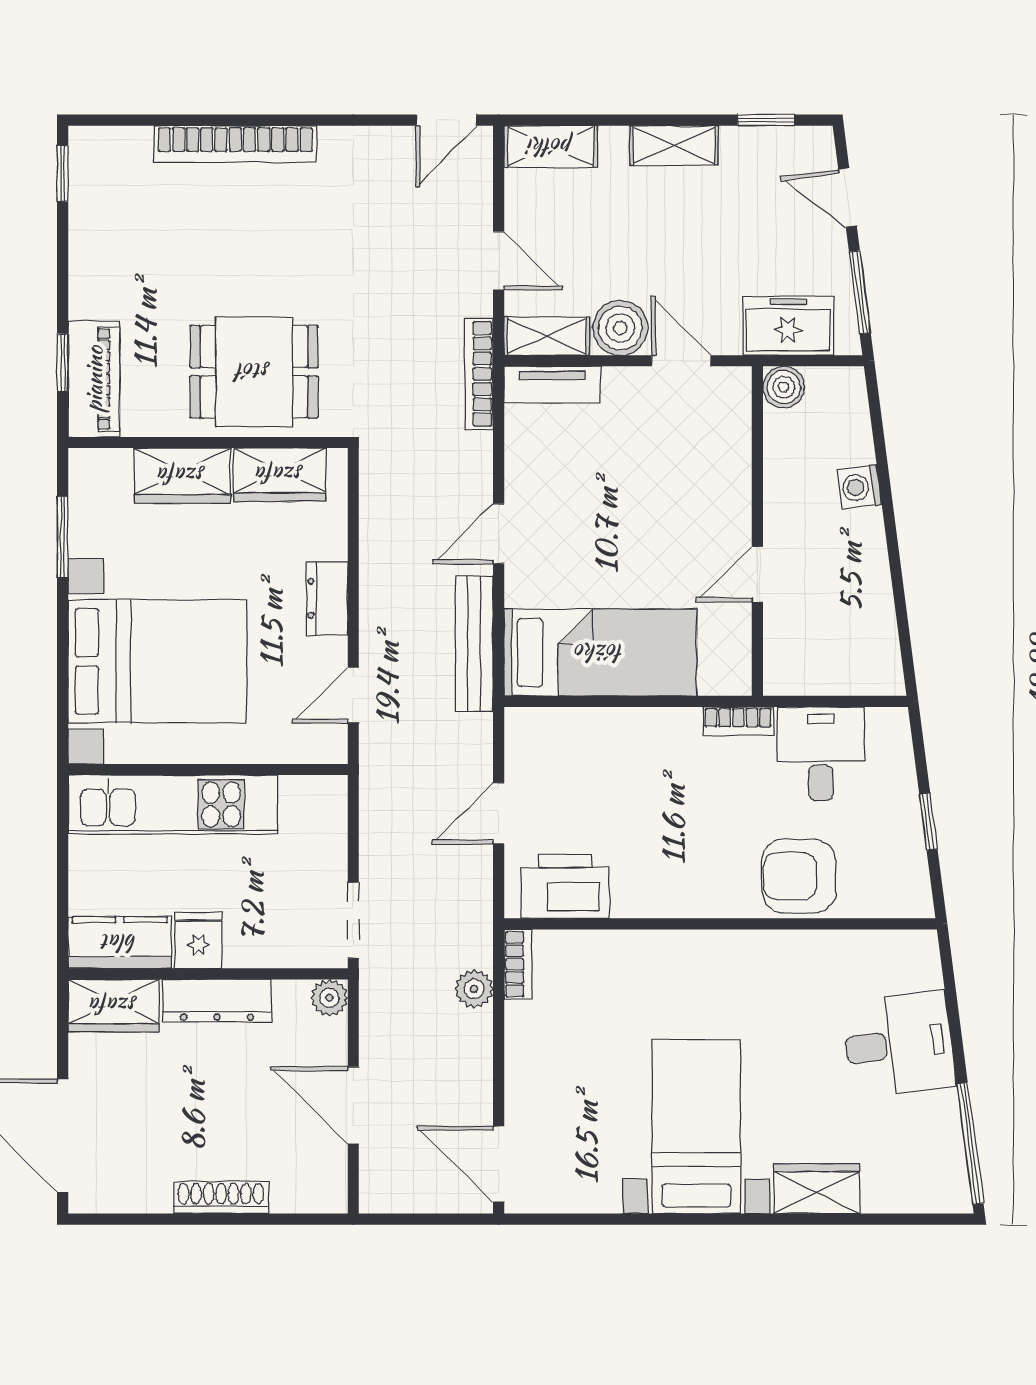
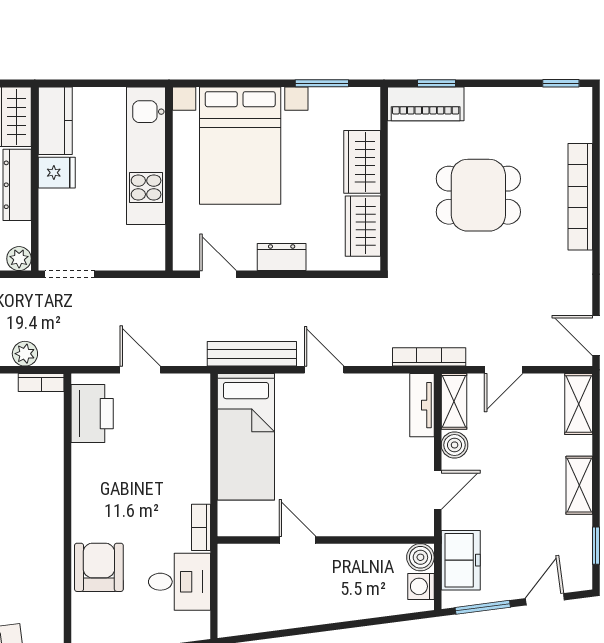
boiler: (620, 328) -> (455, 445), width x0.73, depth x0.73
dining table: (254, 372) -> (478, 195), moved, turned 90
washing machine: (859, 487) -> (421, 586), moved, turned -83

